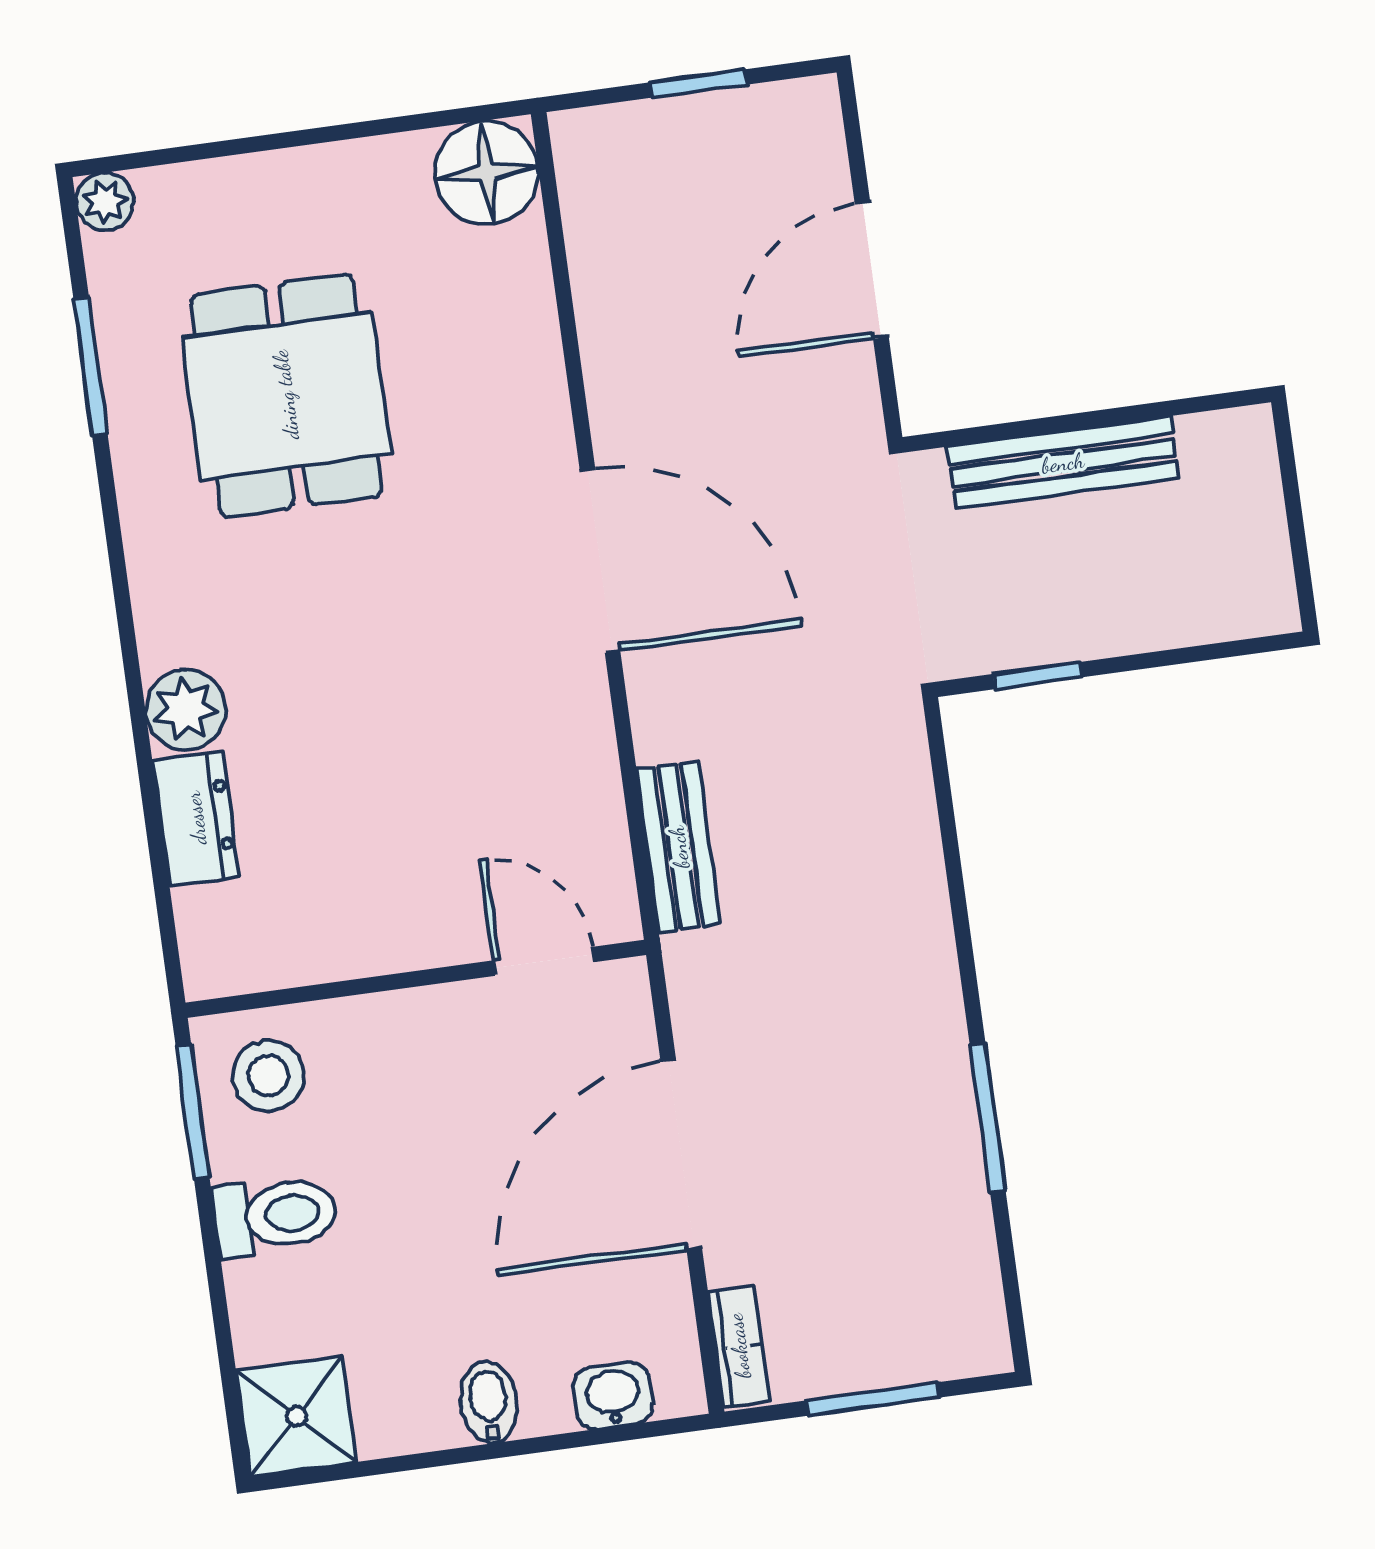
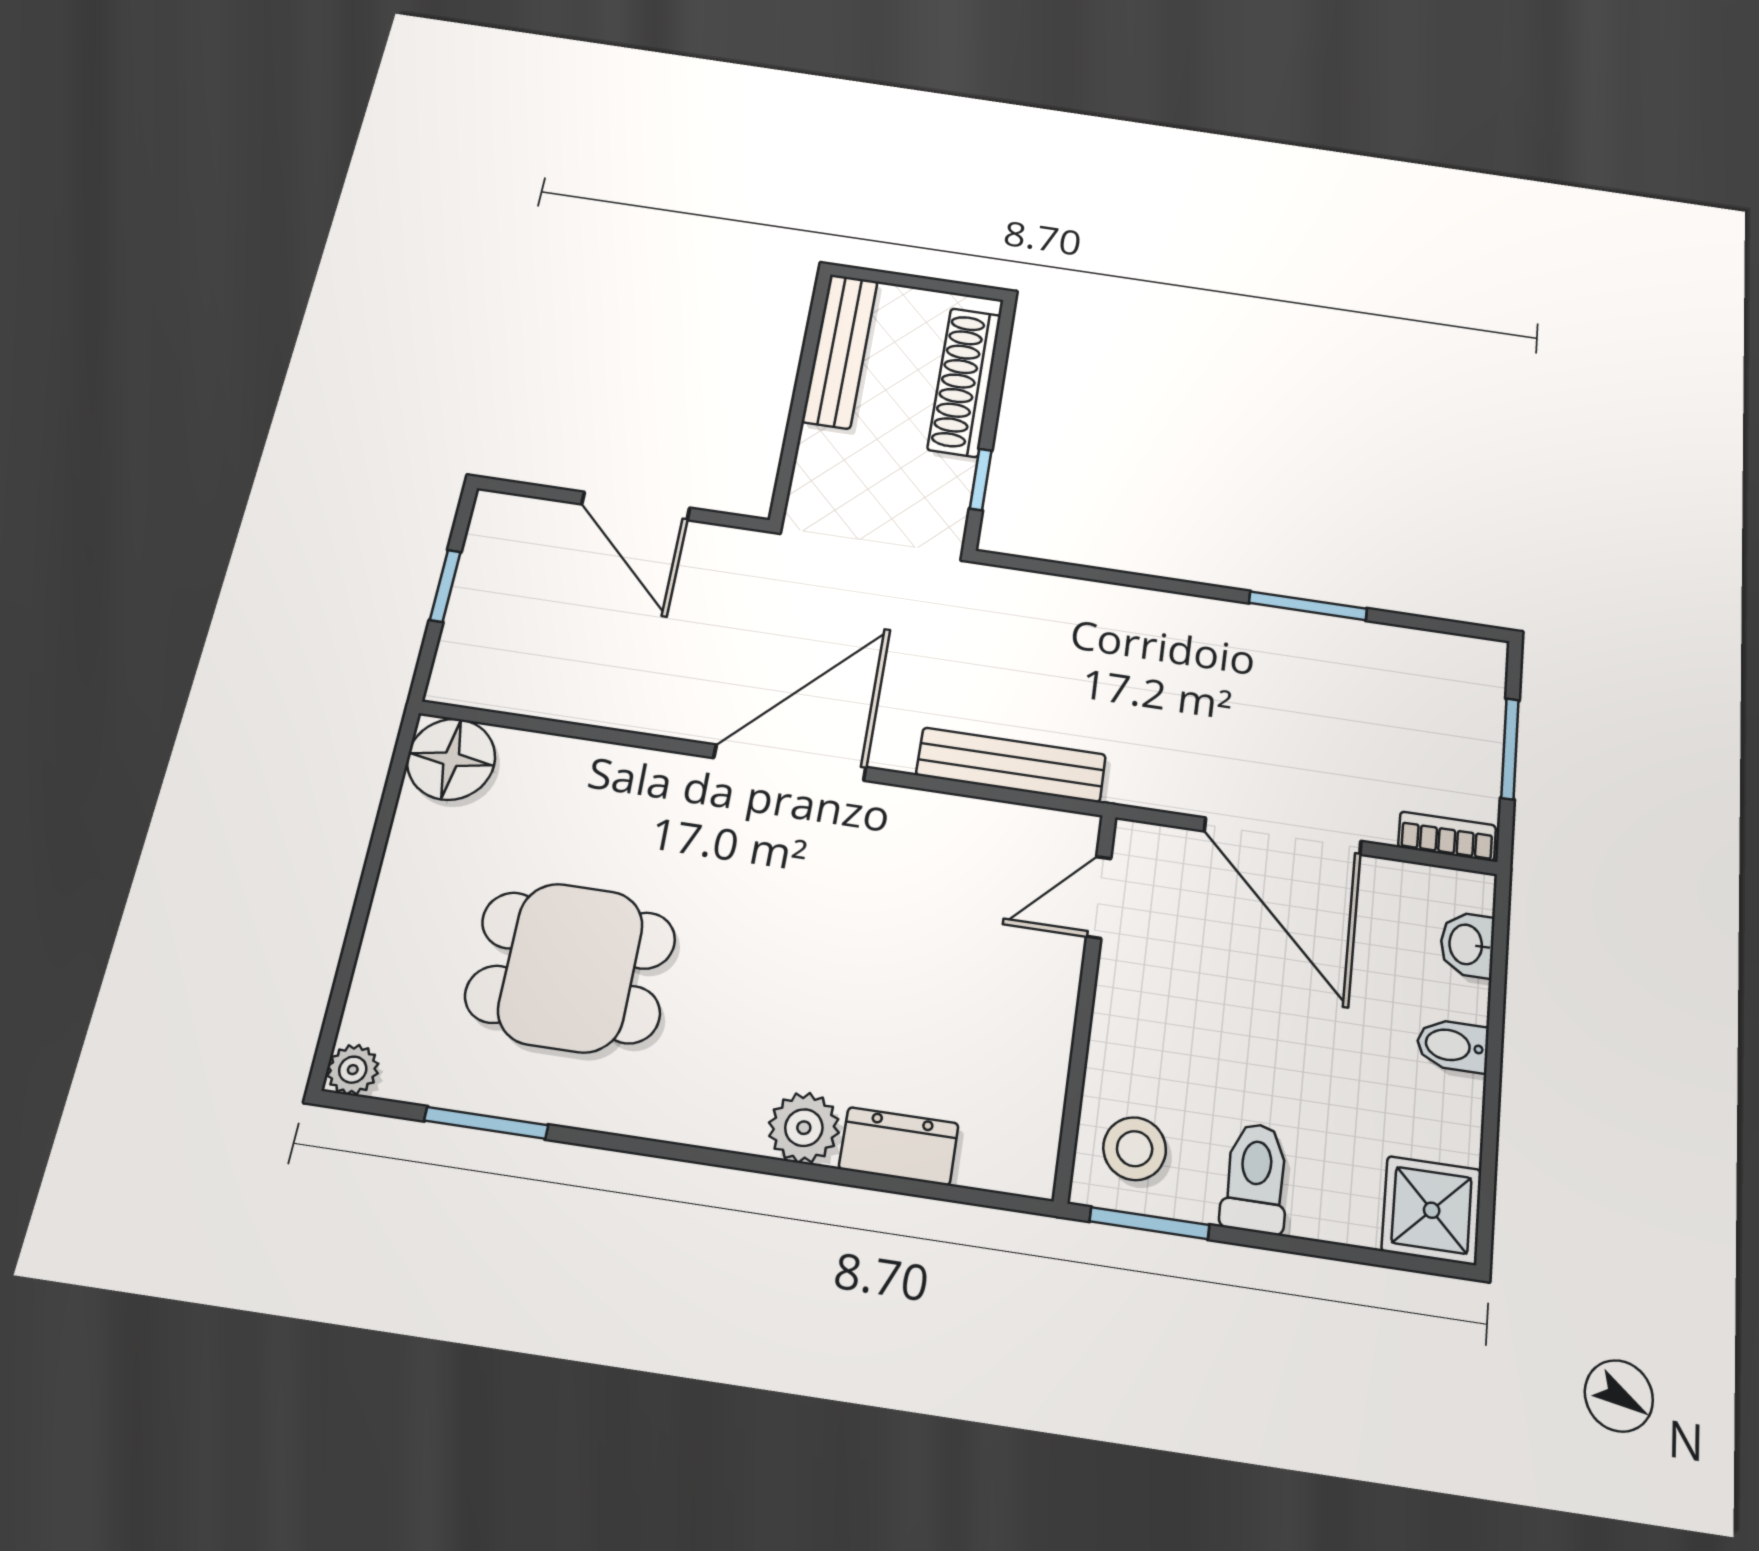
bench: (1063, 463) -> (840, 351), moved
shoe rack: (1168, 617) -> (964, 382), added
bench: (679, 847) -> (1011, 765), width x1.36

